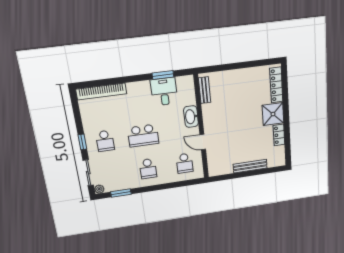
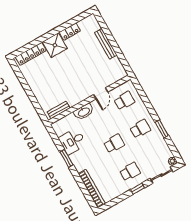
window: (163, 75) -> (67, 158), moved
school desk: (143, 136) -> (114, 144), width x0.54
window: (121, 193) -> (162, 129), moved

